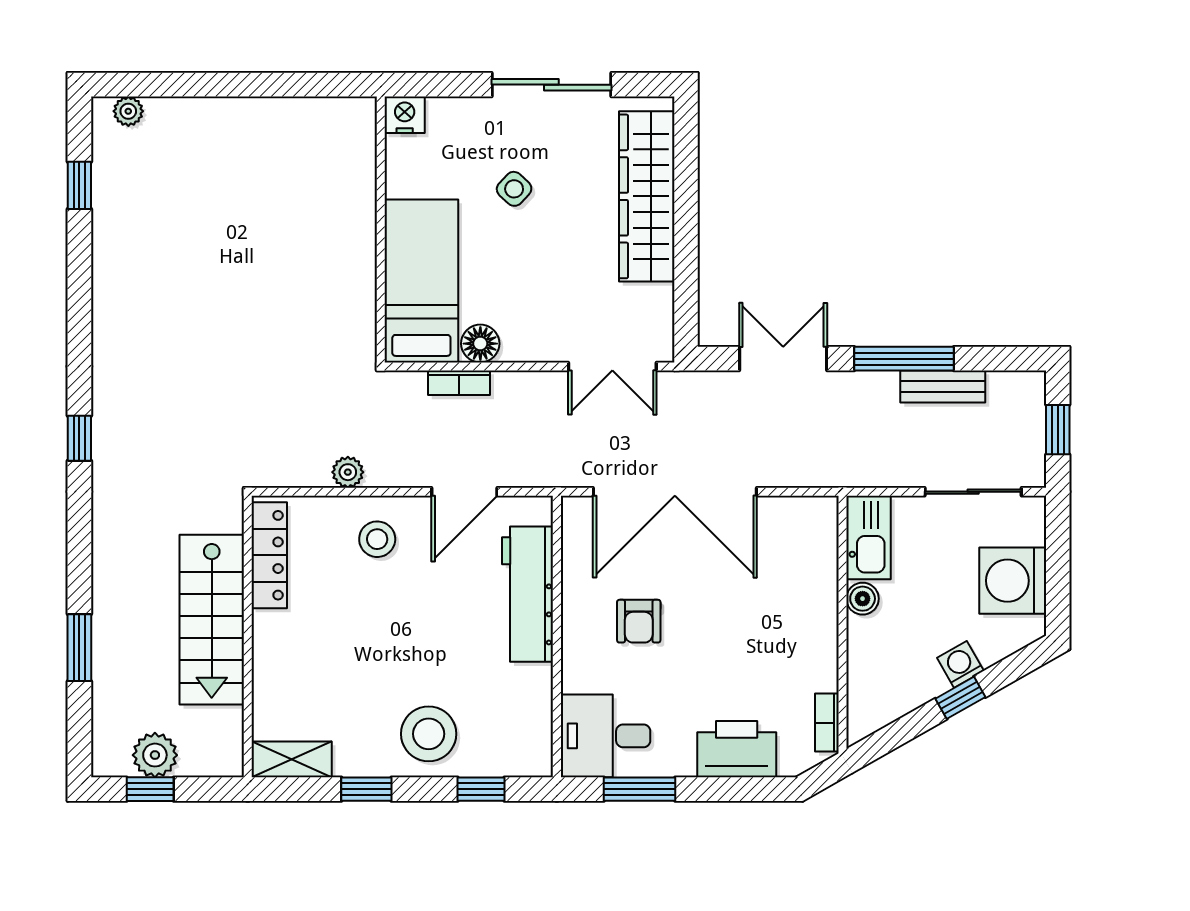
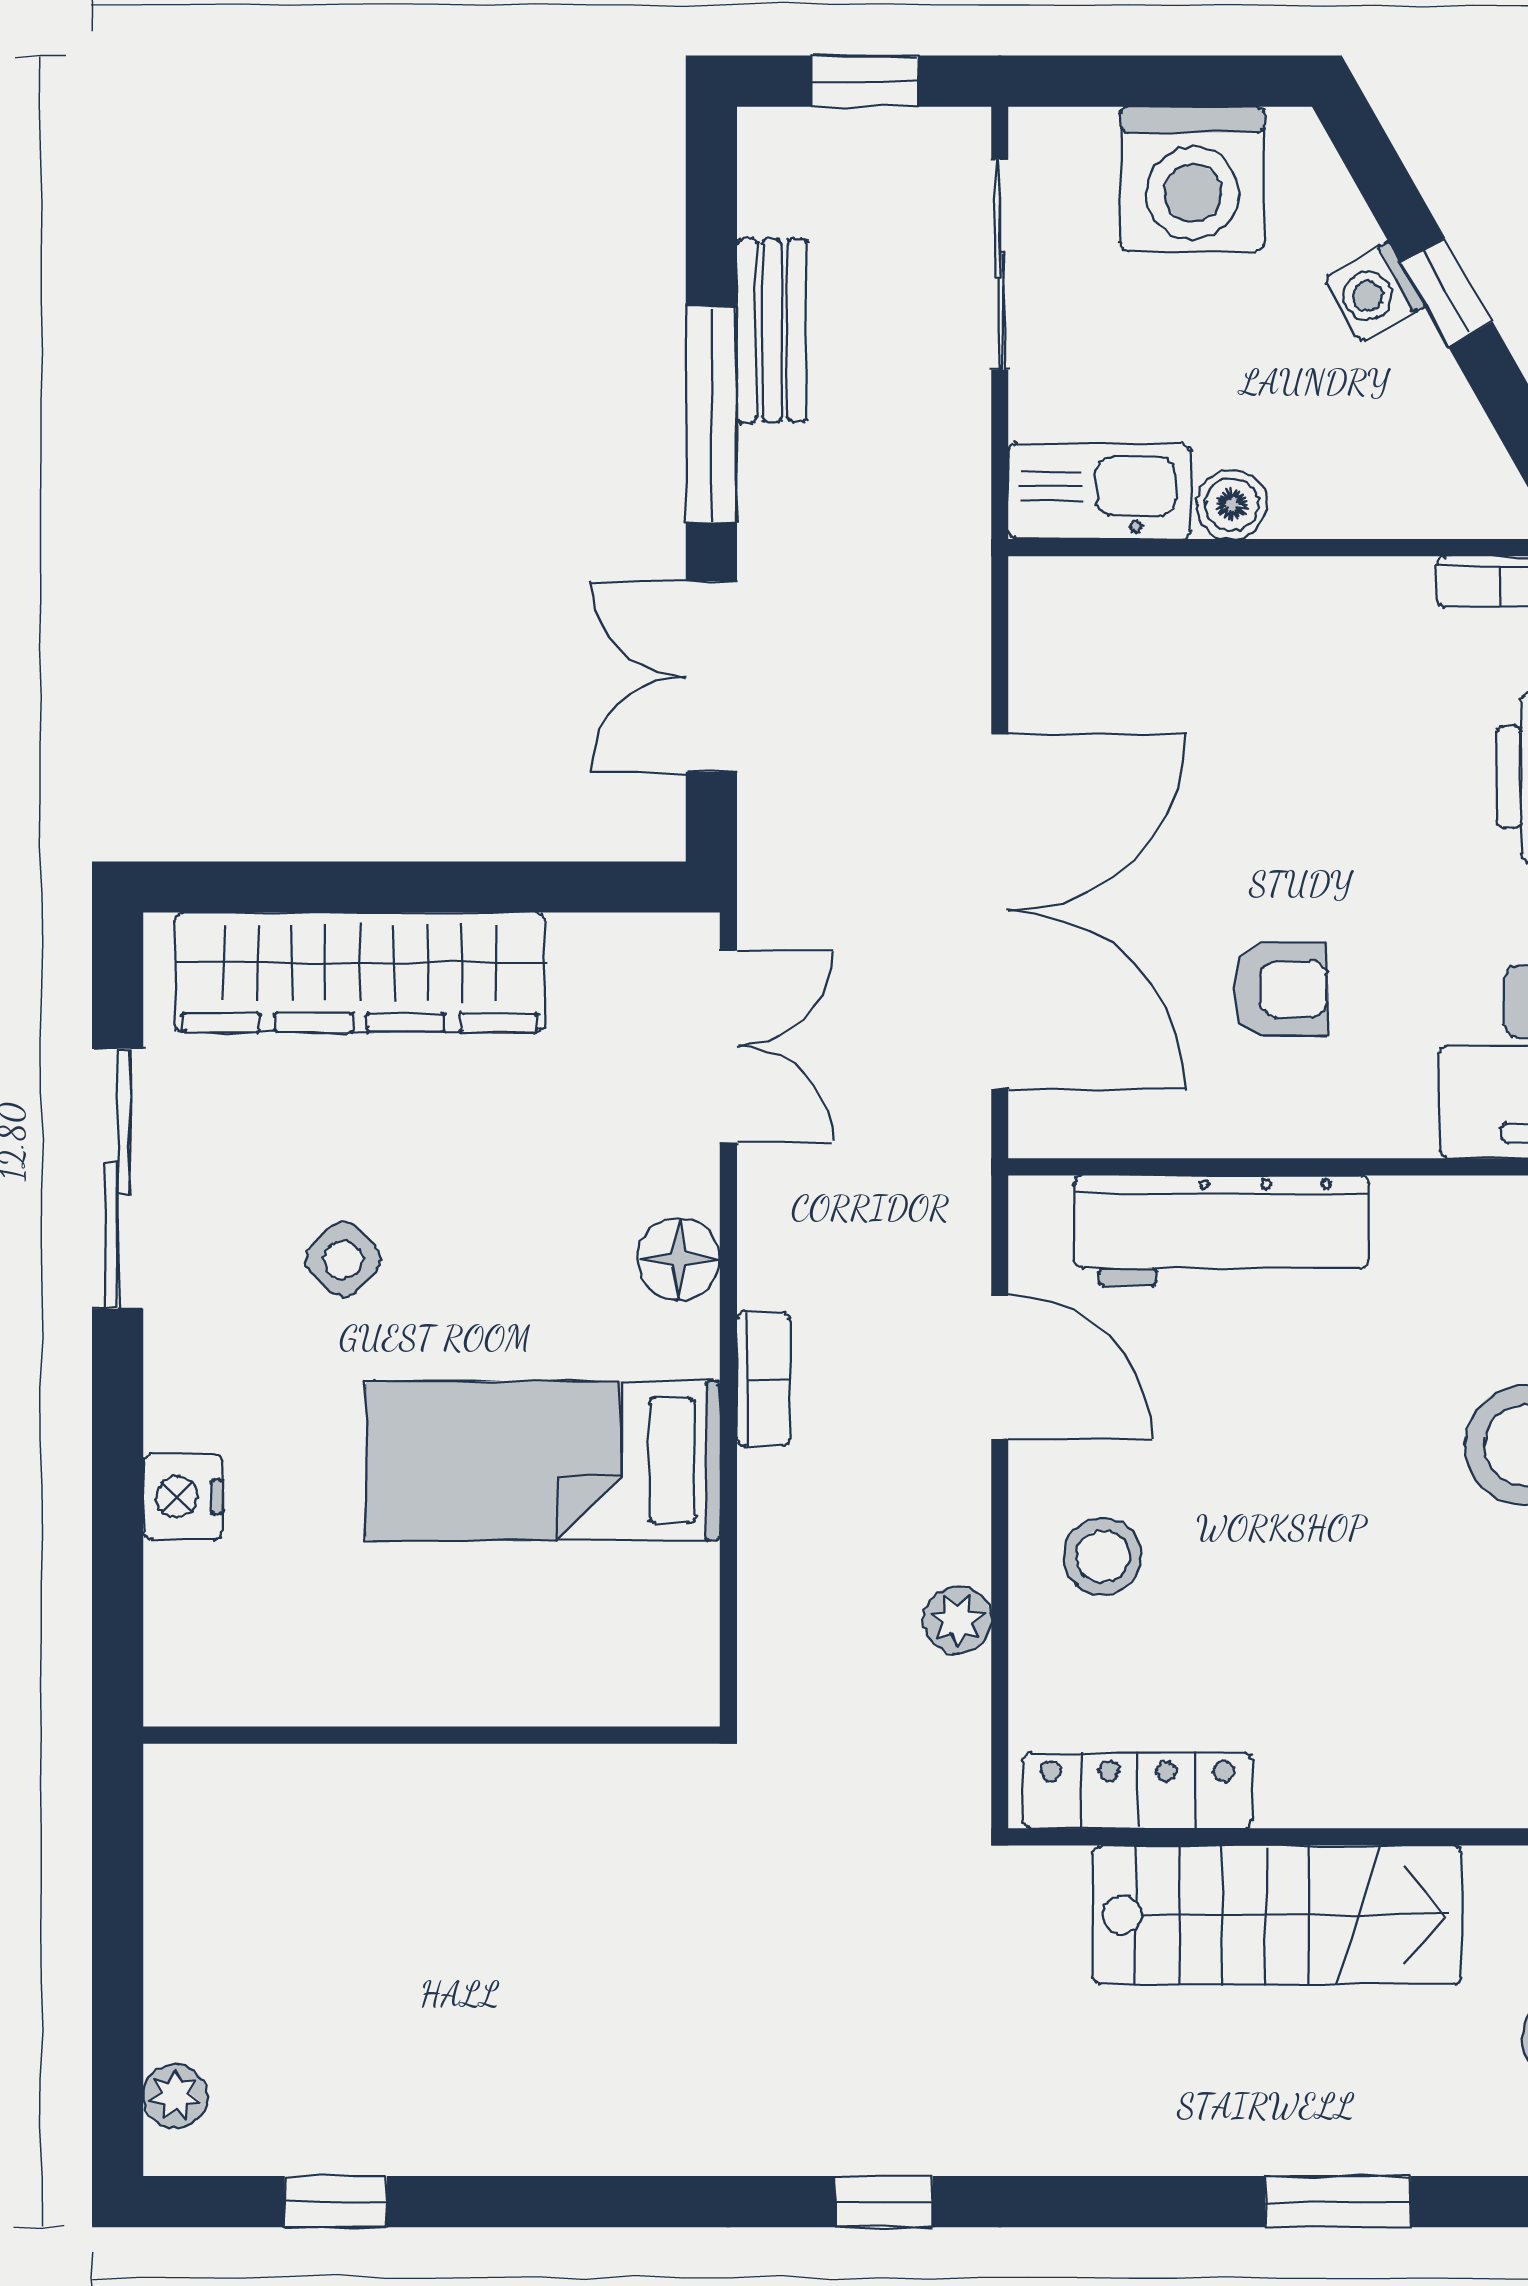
wall: (381, 230) -> (431, 1735), moved
floor lamp: (480, 344) -> (679, 1259), moved

